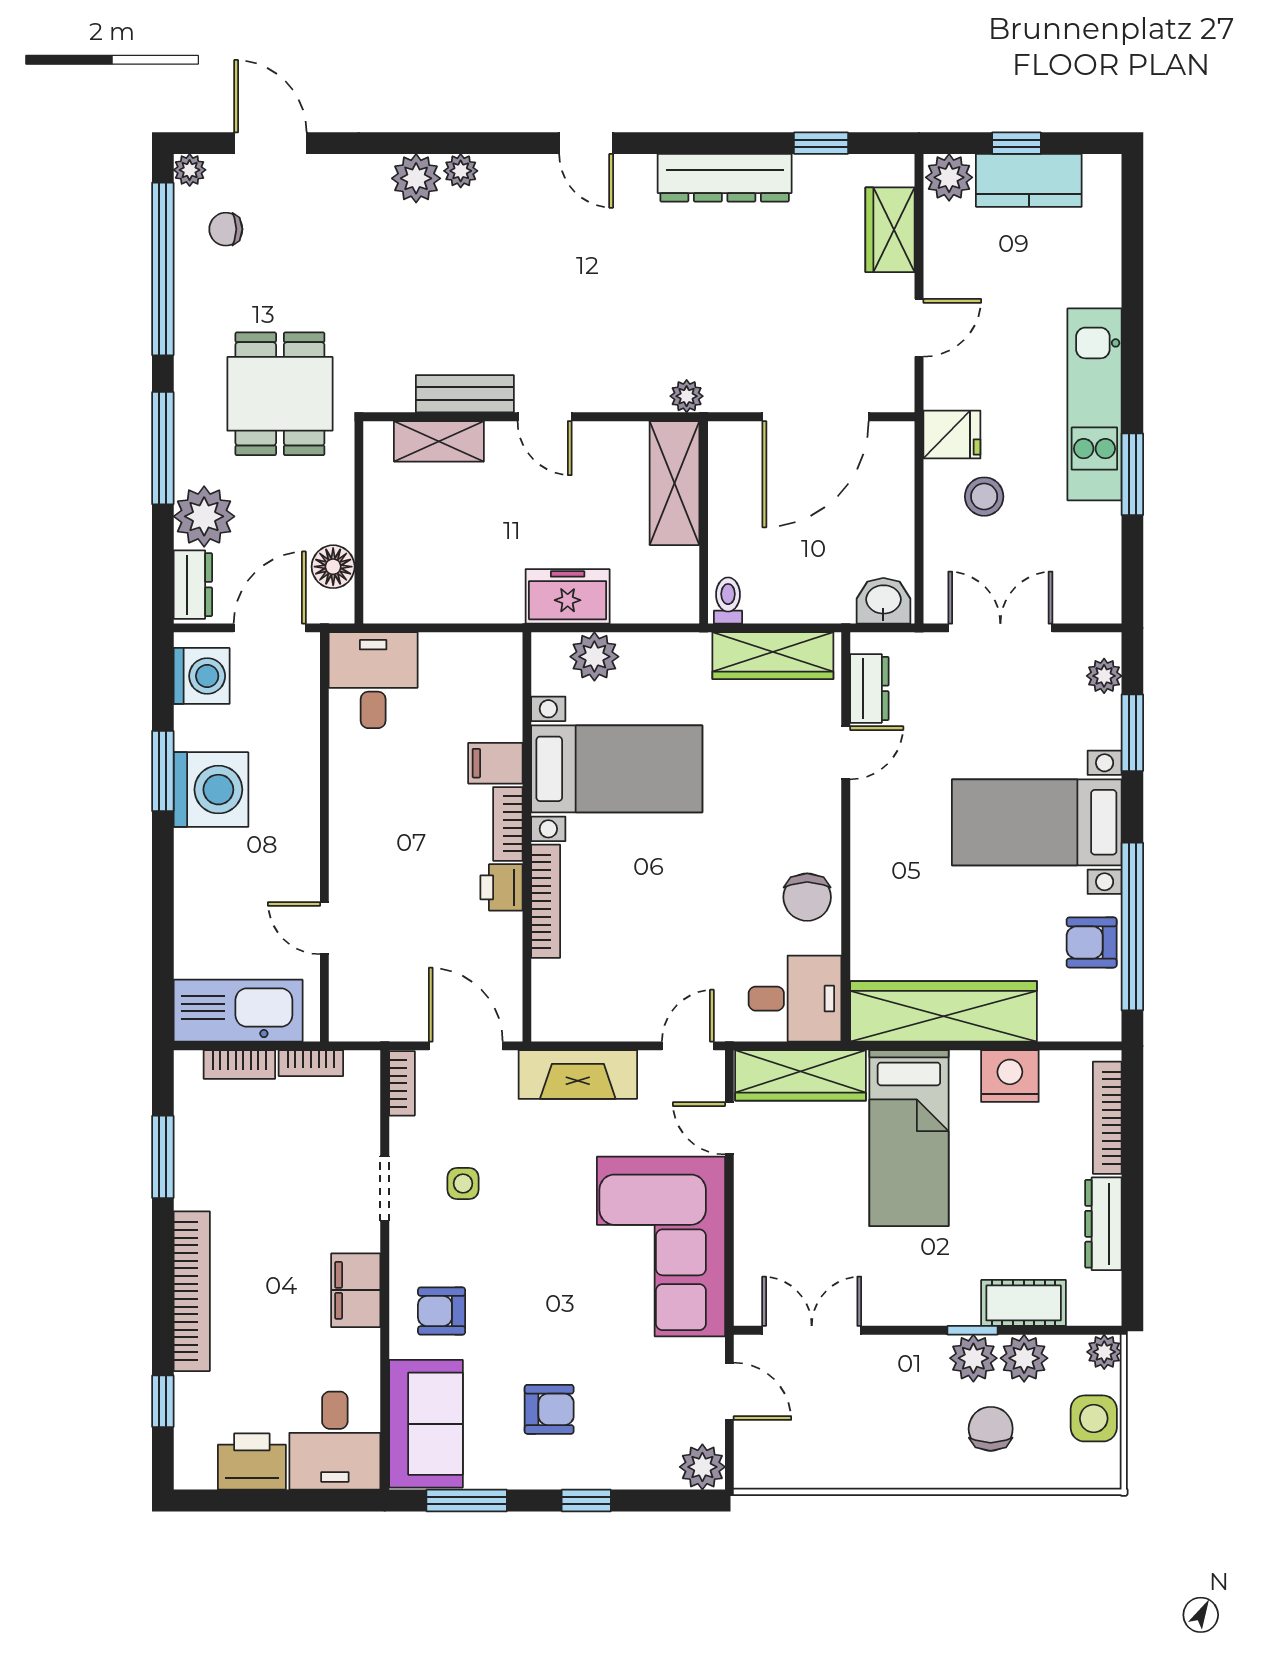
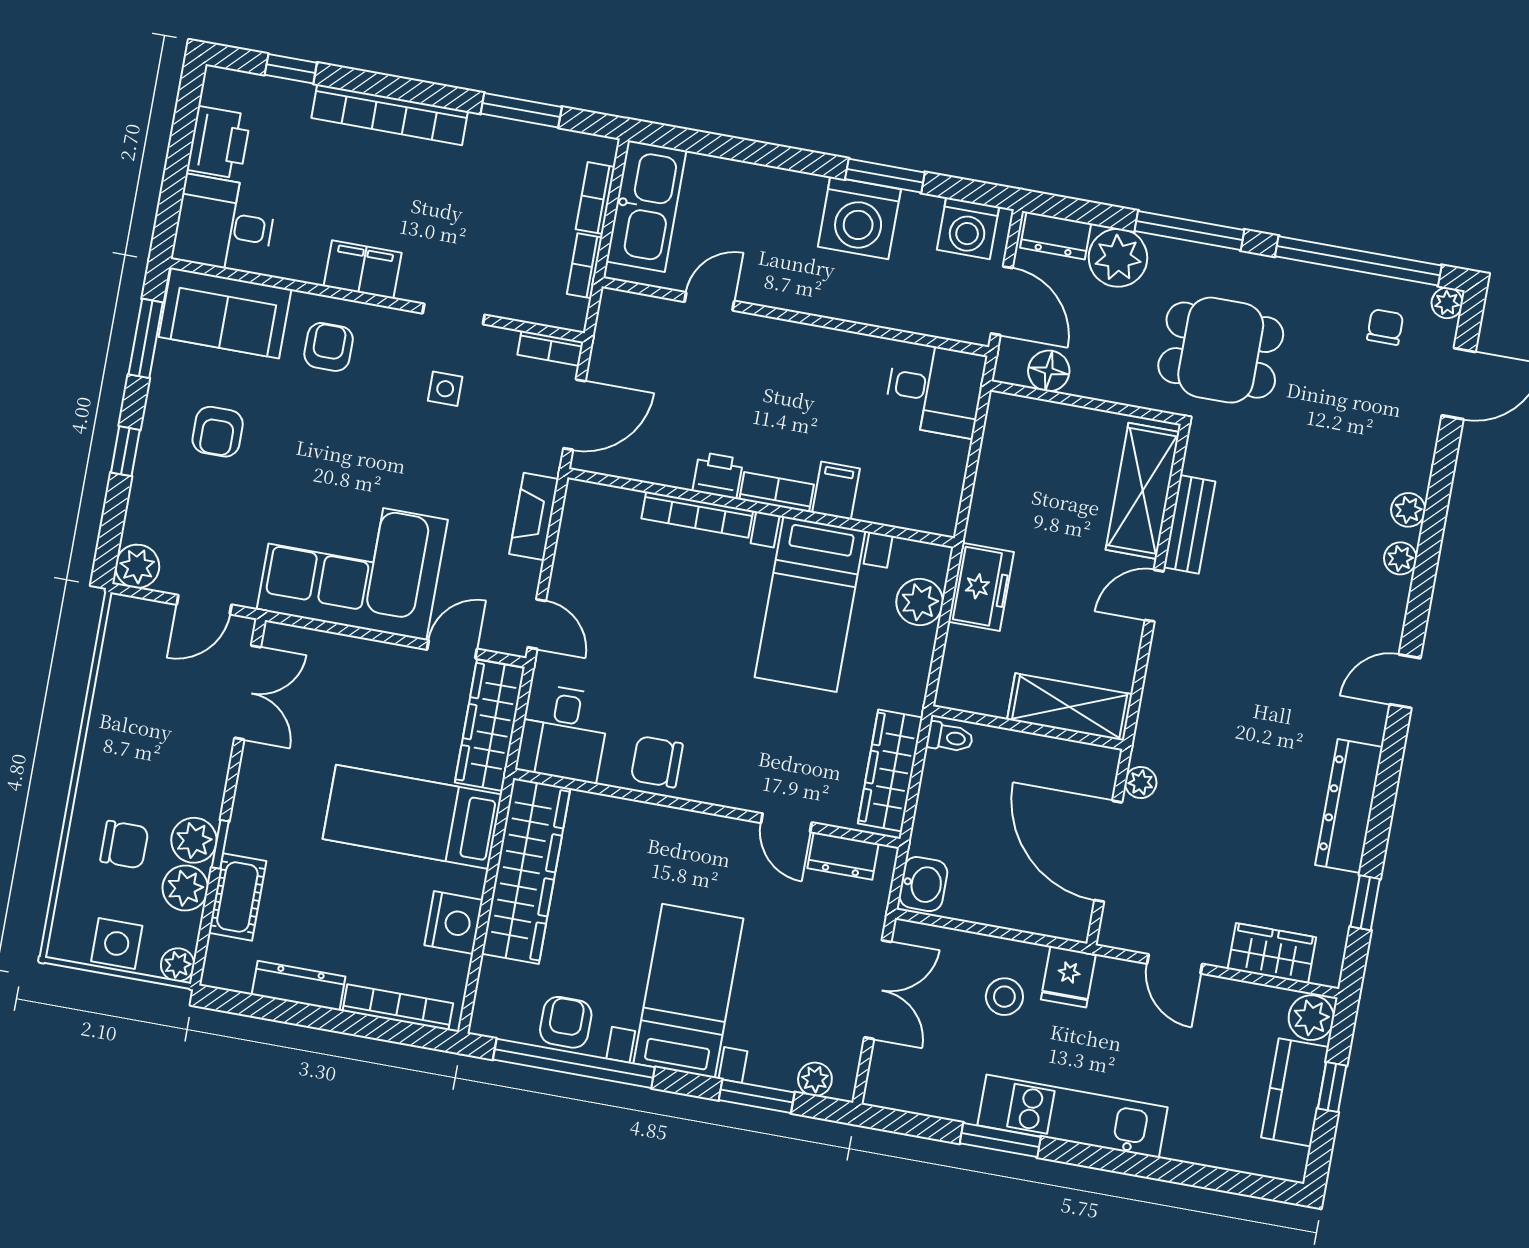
plant: (416, 178) -> (1408, 510), width x0.73, depth x0.73
plant: (687, 396) -> (1141, 783), moved
shelving: (439, 441) -> (1143, 491), width x1.50, depth x1.33
fireplace: (578, 1075) -> (534, 516), width x0.73, depth x0.76

